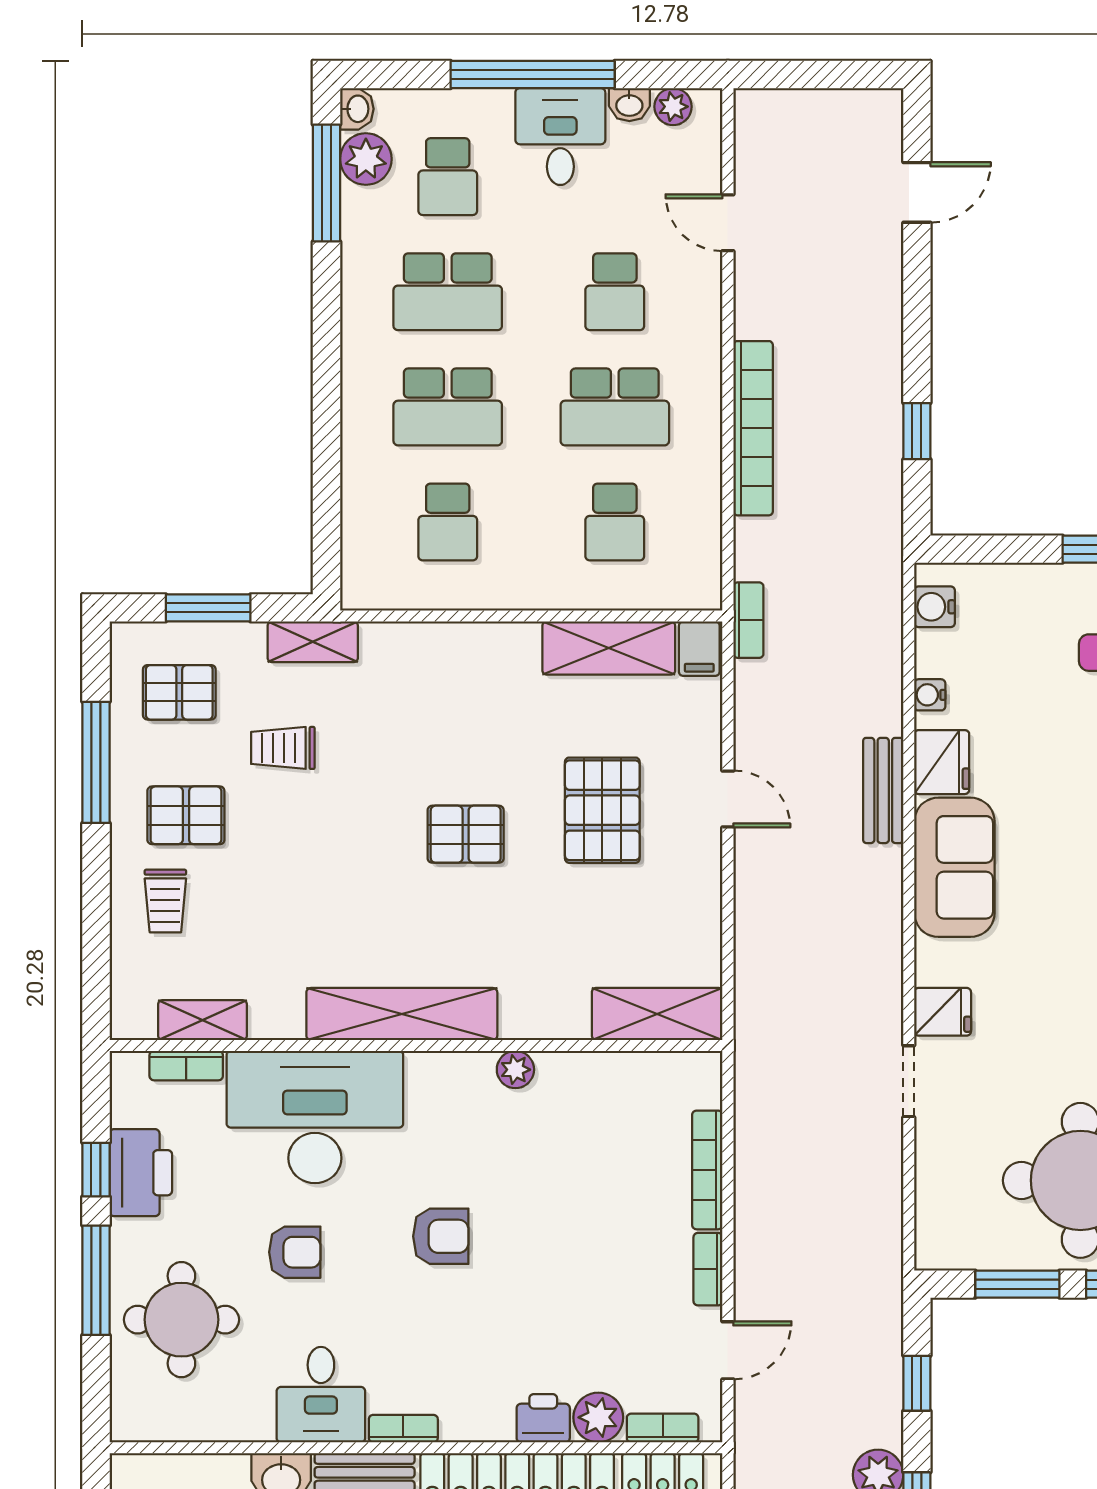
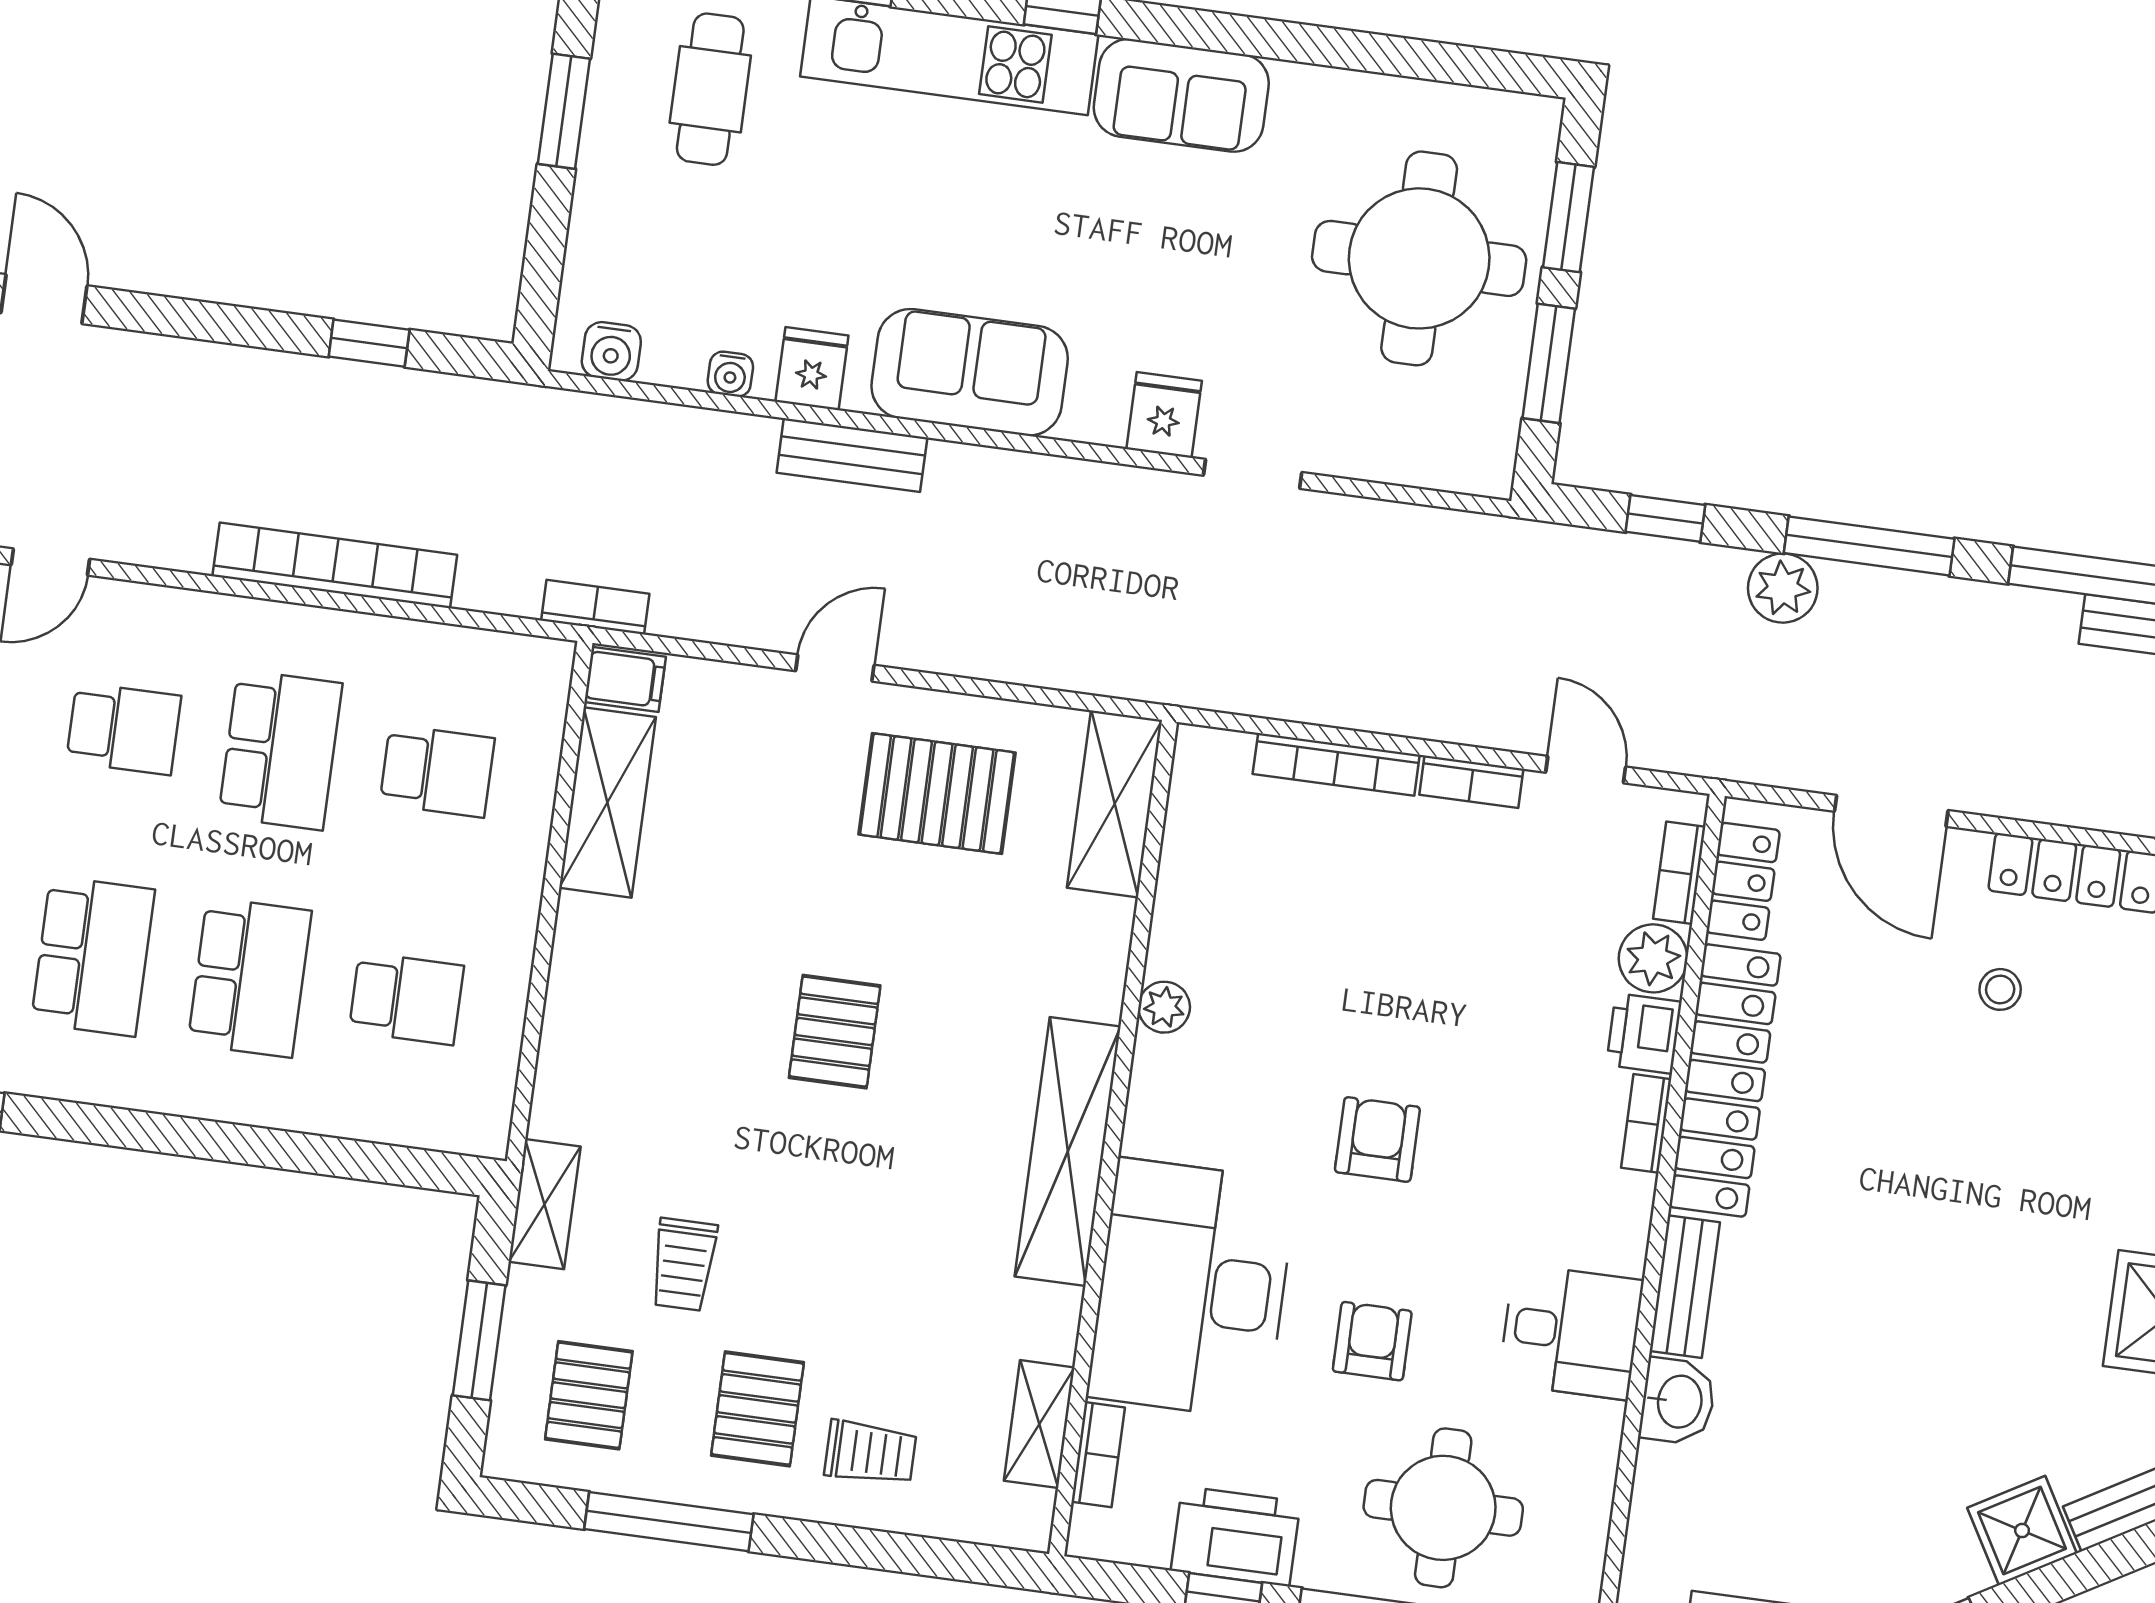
fridge: (942, 762) -> (812, 369), width x0.72
pallet: (602, 810) -> (937, 794), moved
bookcase: (403, 1429) -> (1646, 1123), moved

